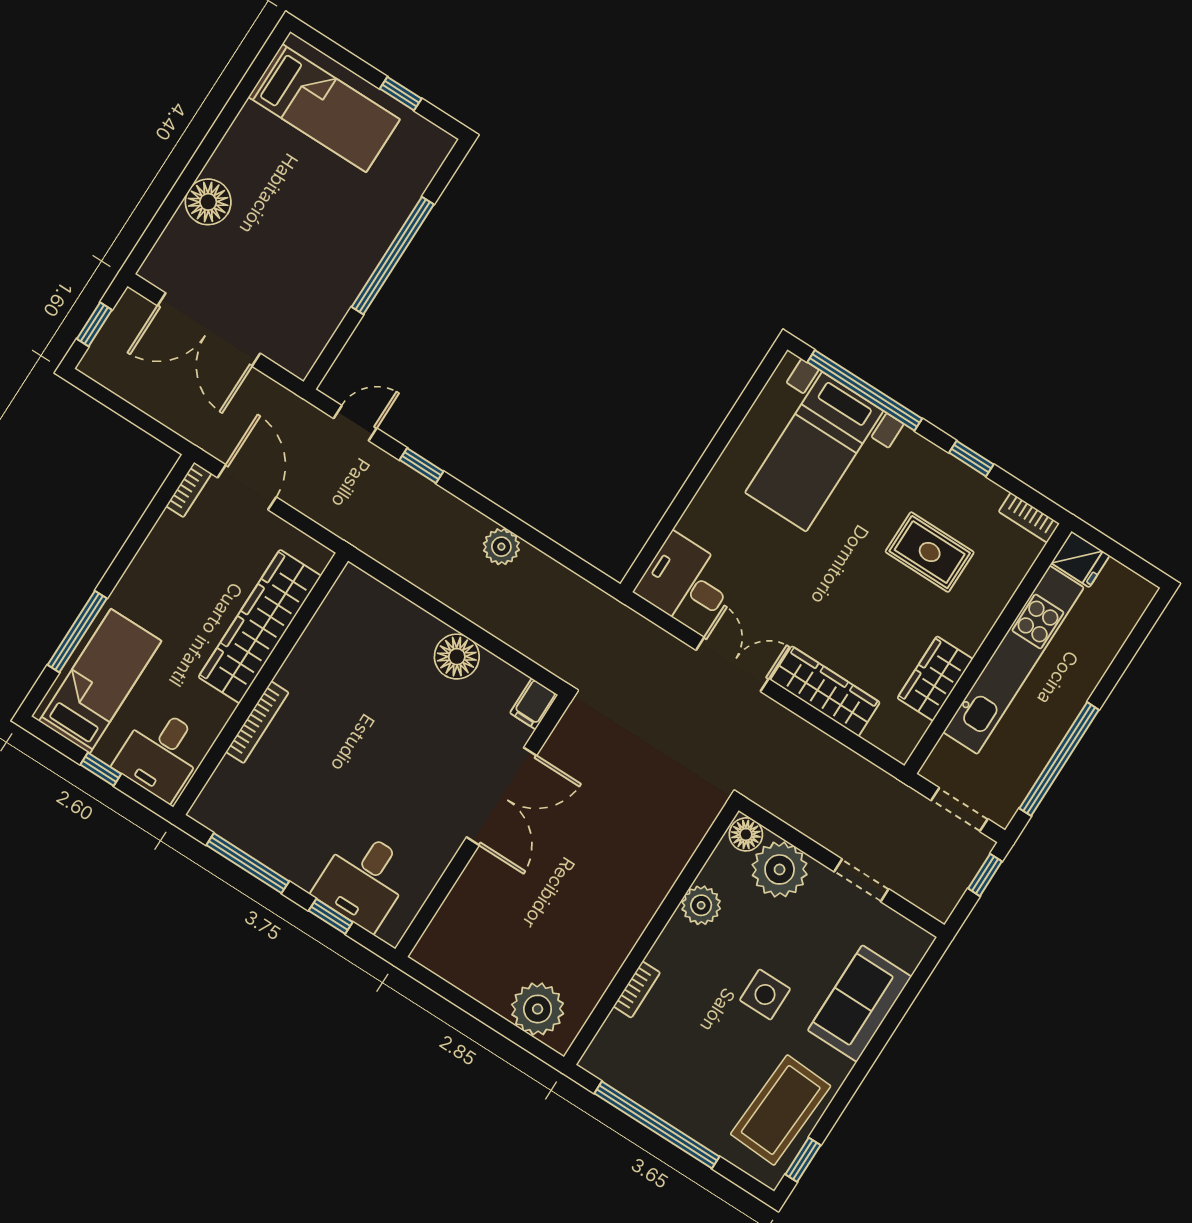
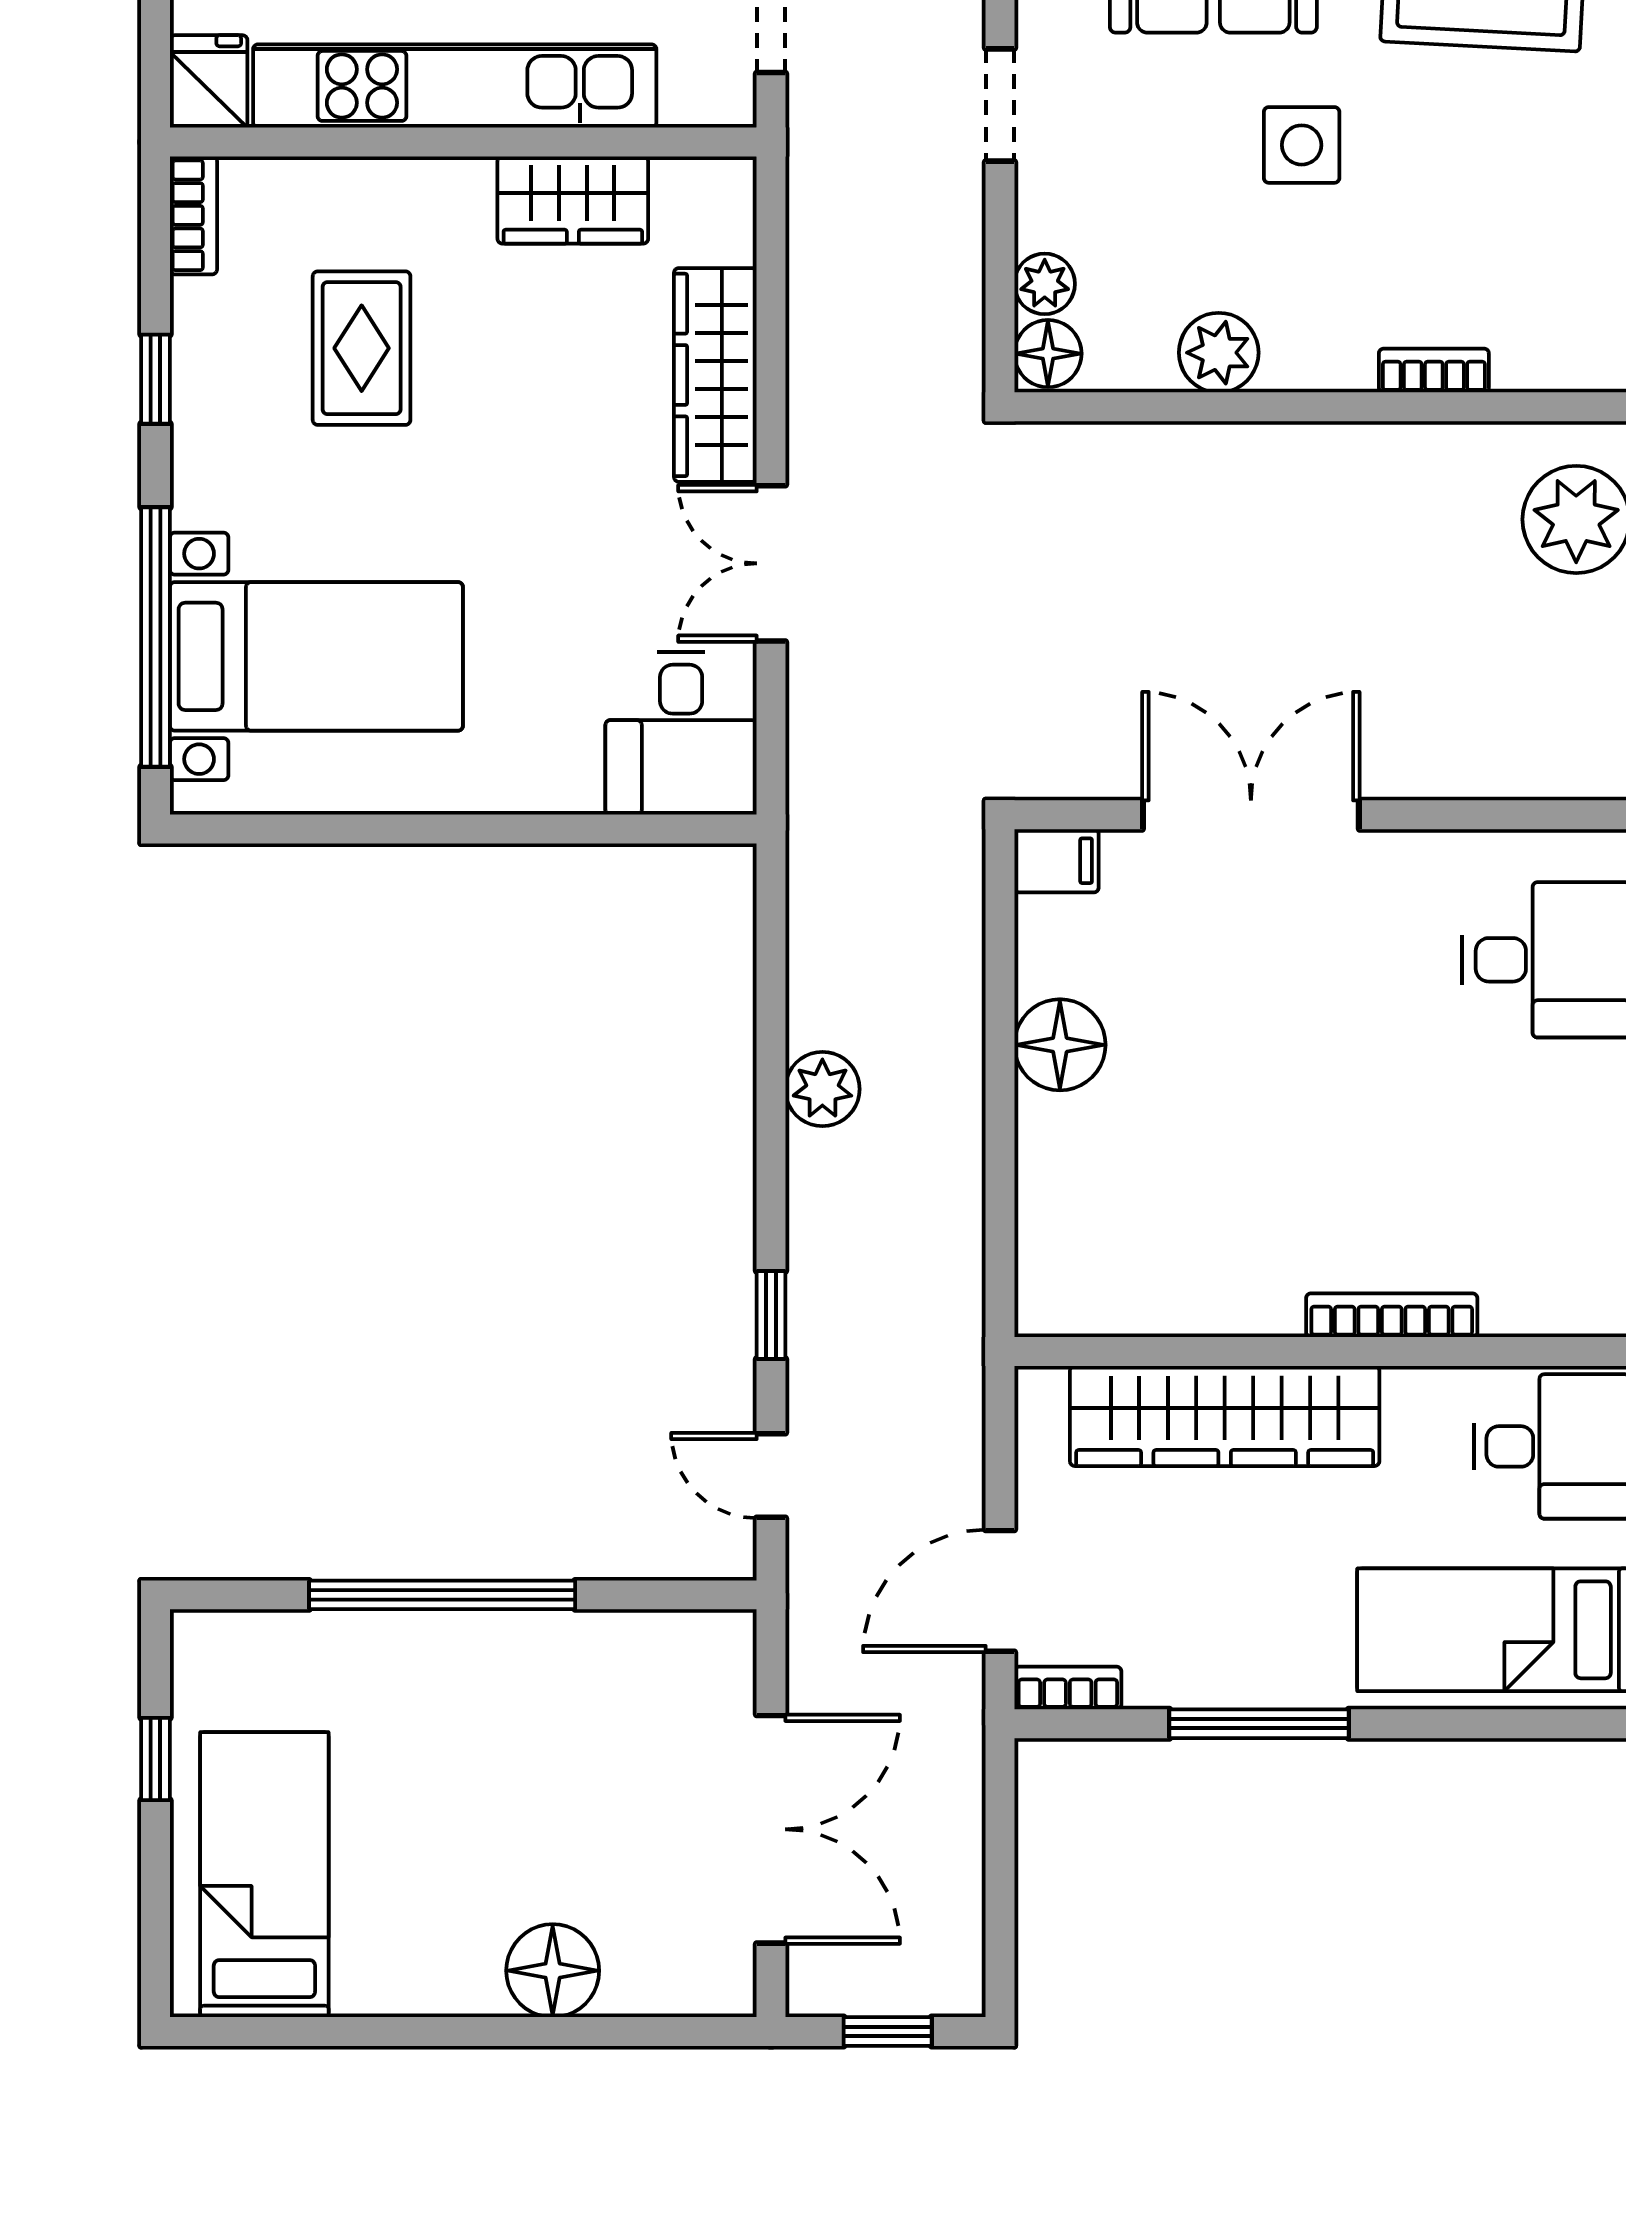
window: (77, 632) -> (1259, 1724), moved
plant: (780, 869) -> (1045, 284), width x0.53, depth x0.53

